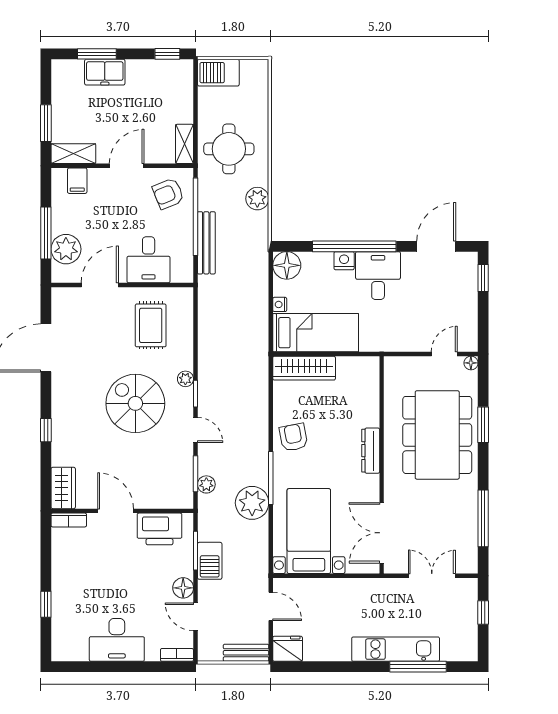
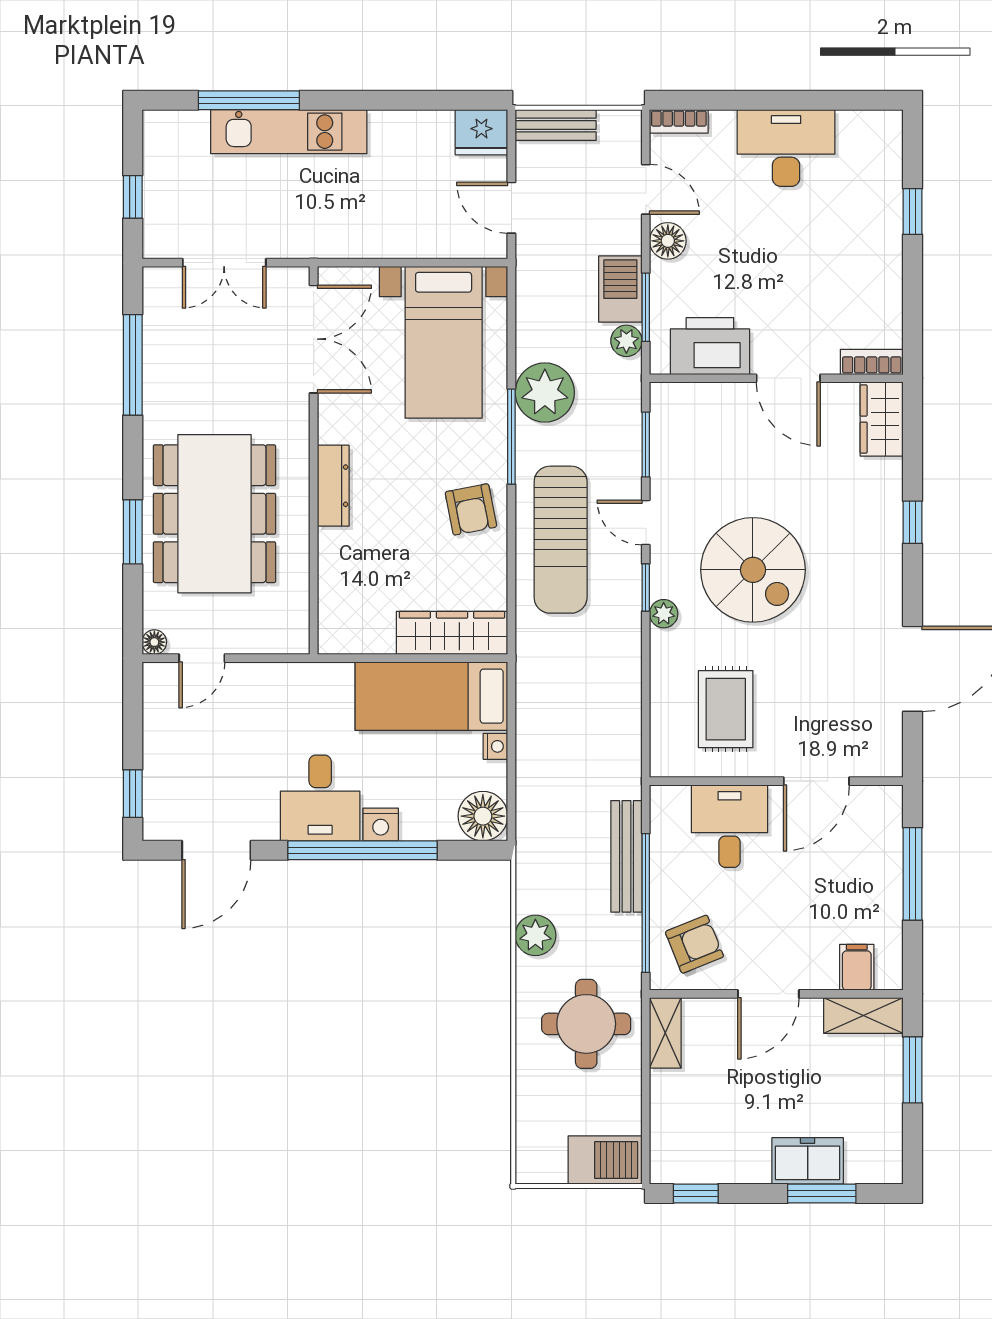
plant: (66, 249) -> (877, 845), removed
sun lounger: (243, 420) -> (561, 540), added
plant: (206, 484) -> (626, 341), moved

